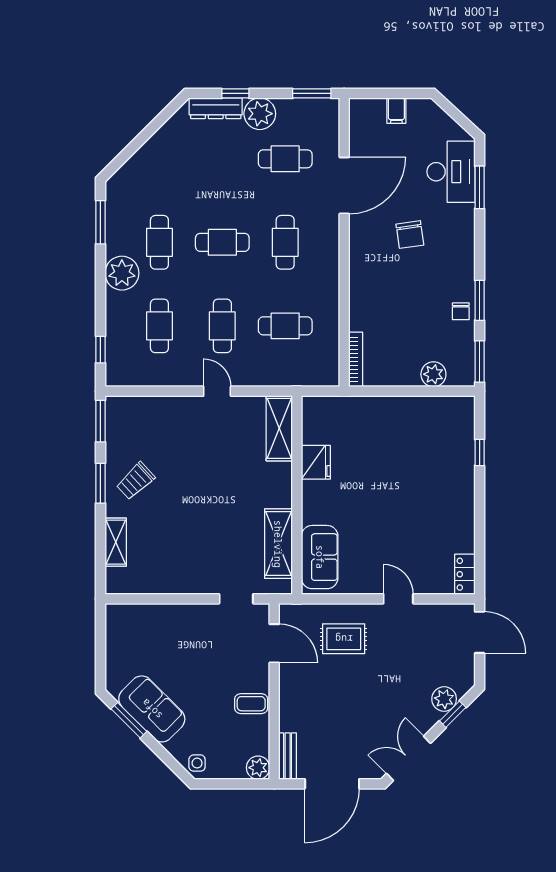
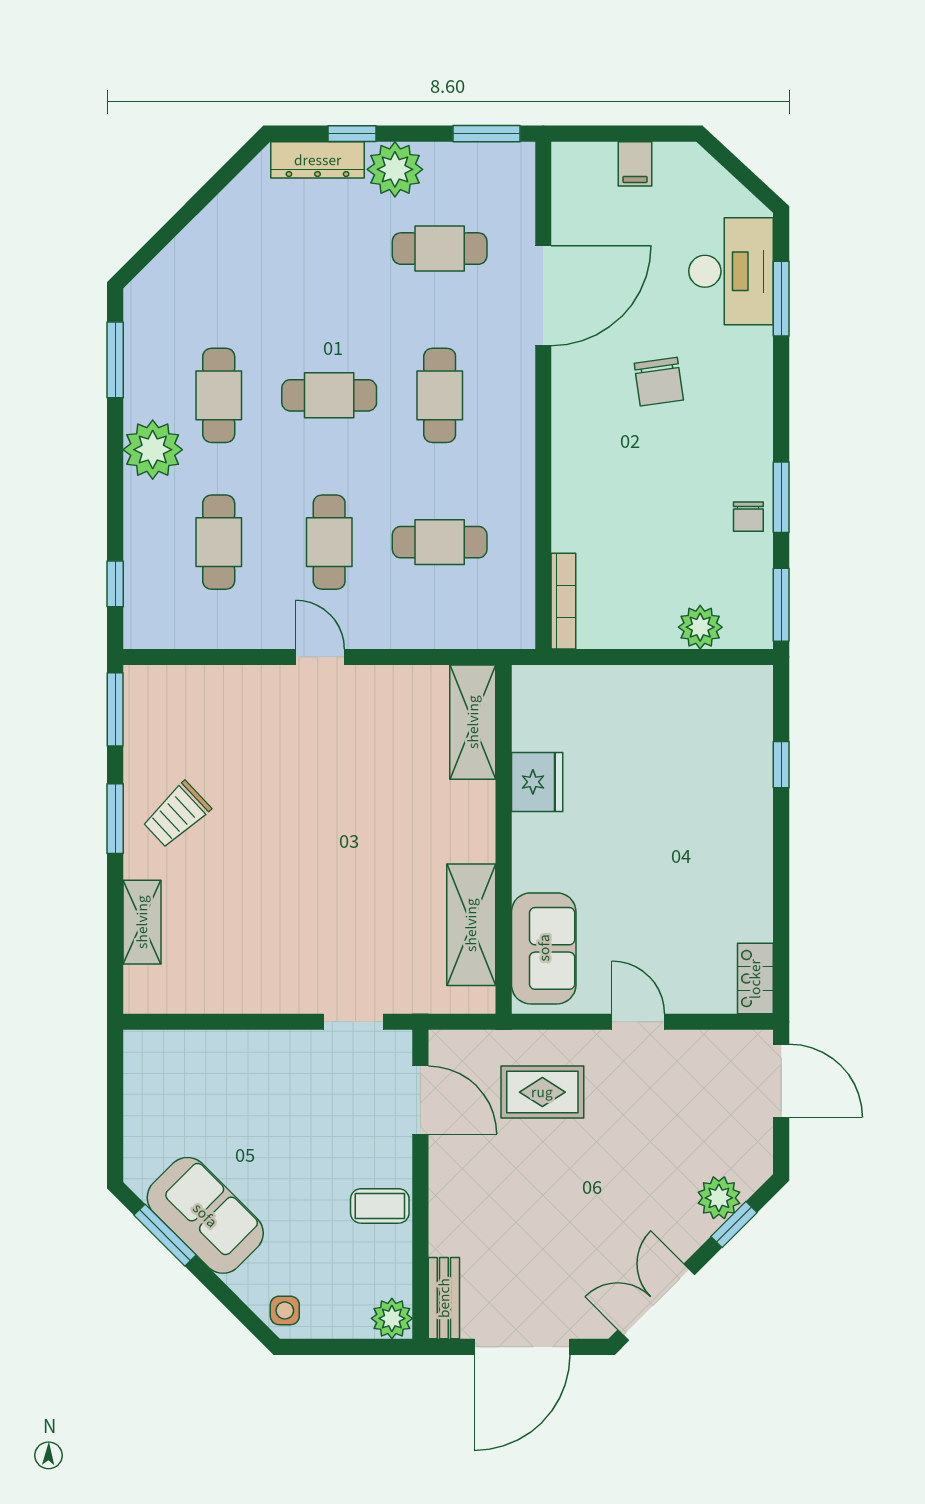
shelving: (279, 428) -> (473, 722), moved
fridge: (316, 462) -> (537, 782), moved
wall: (297, 495) -> (504, 839), moved
shelving: (278, 544) -> (471, 925), moved
sofa: (320, 557) -> (544, 948), moved

